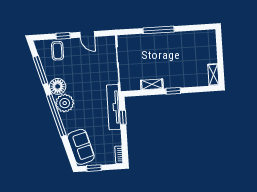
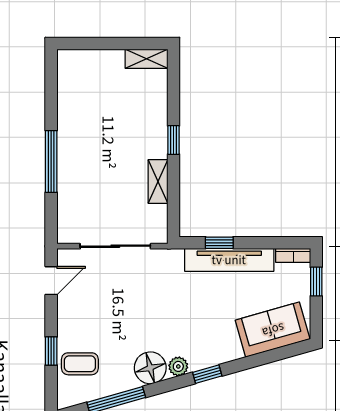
door: (87, 34) -> (51, 281), moved
plant: (65, 103) -> (178, 366), width x0.53, depth x0.53
tv unit: (114, 107) -> (229, 260), moved
window: (56, 115) -> (207, 374), width x0.32
window: (94, 168) -> (316, 282), moved

